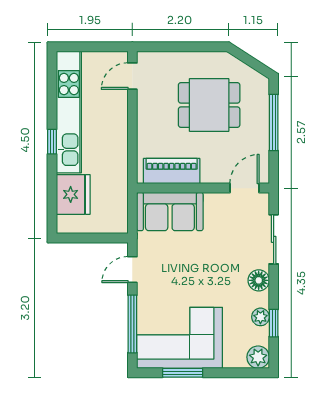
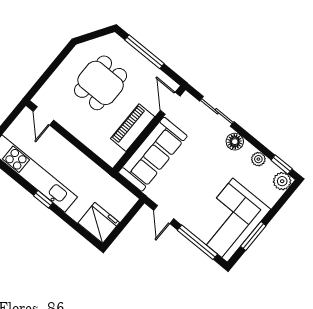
piano: (172, 171) -> (133, 128), moved
fridge: (73, 194) -> (99, 223), moved
sofa: (170, 212) -> (153, 154), width x1.36
window: (274, 323) -> (282, 164), moved

